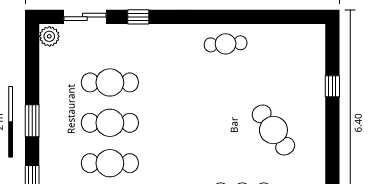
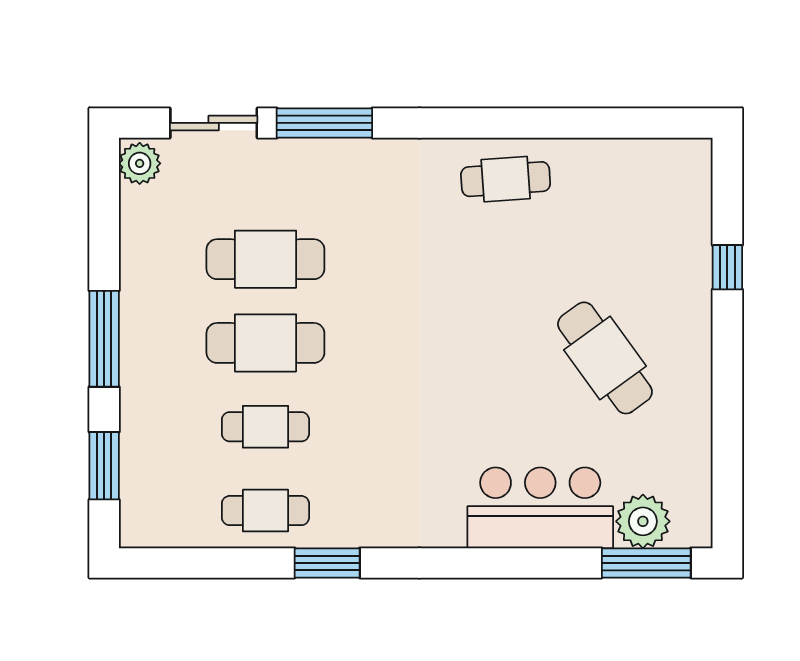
window: (138, 17) -> (324, 123), width x2.17
window: (32, 121) -> (104, 339), width x1.44
cafe table: (110, 163) -> (265, 427), width x0.73, depth x0.74

